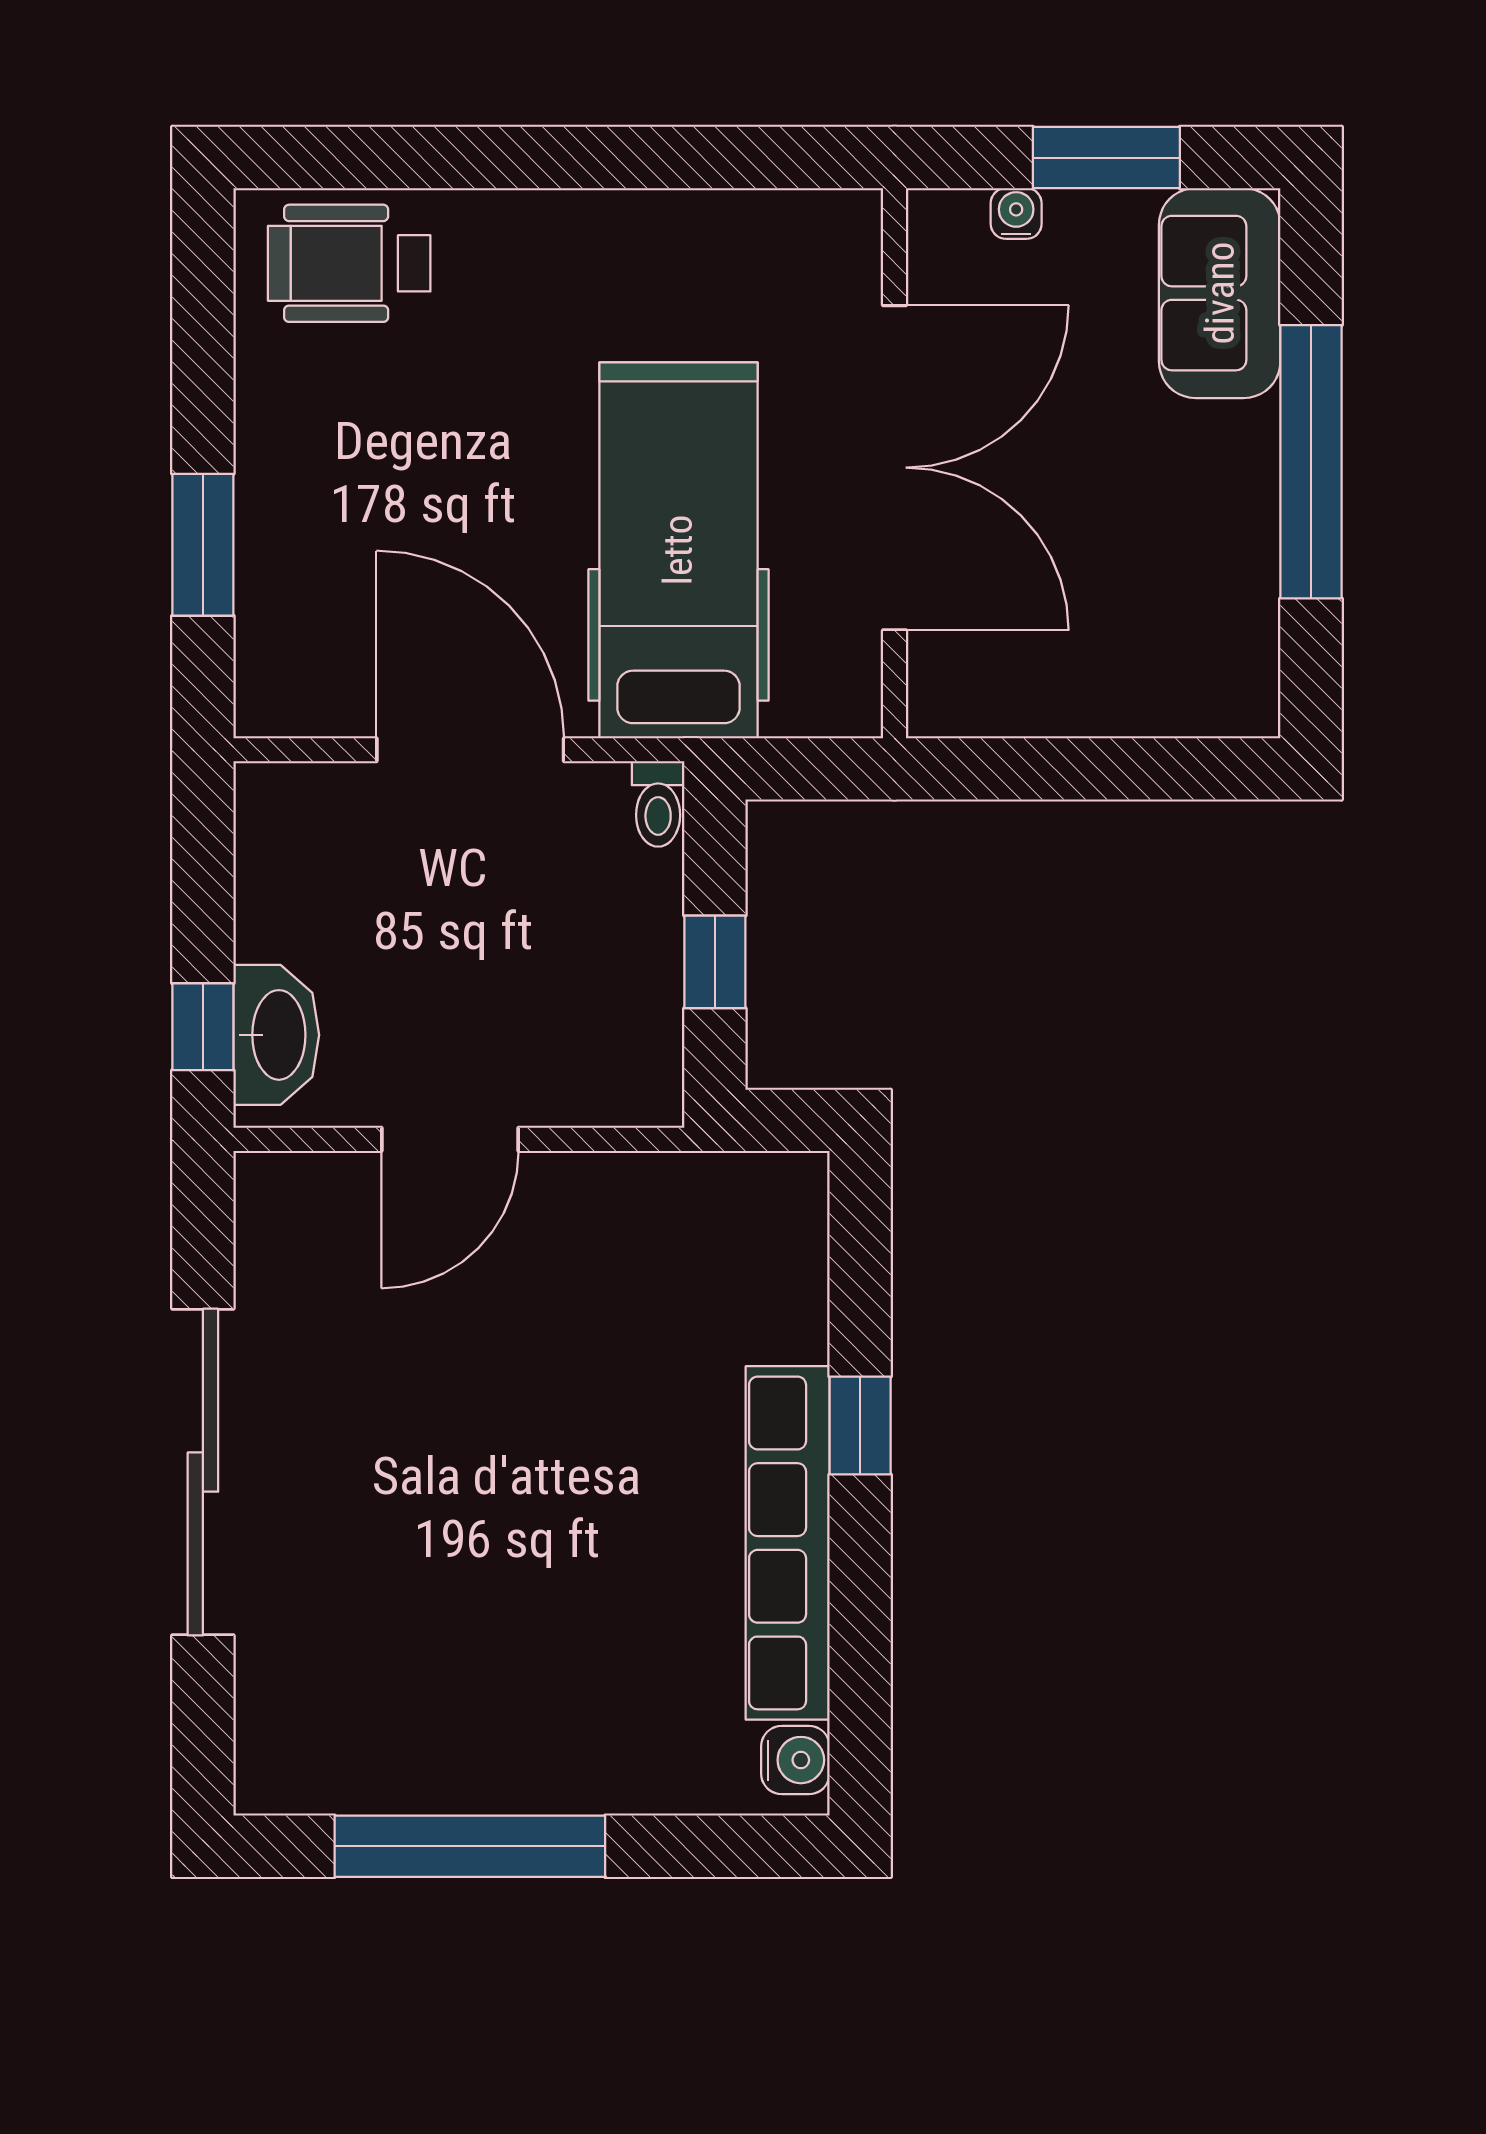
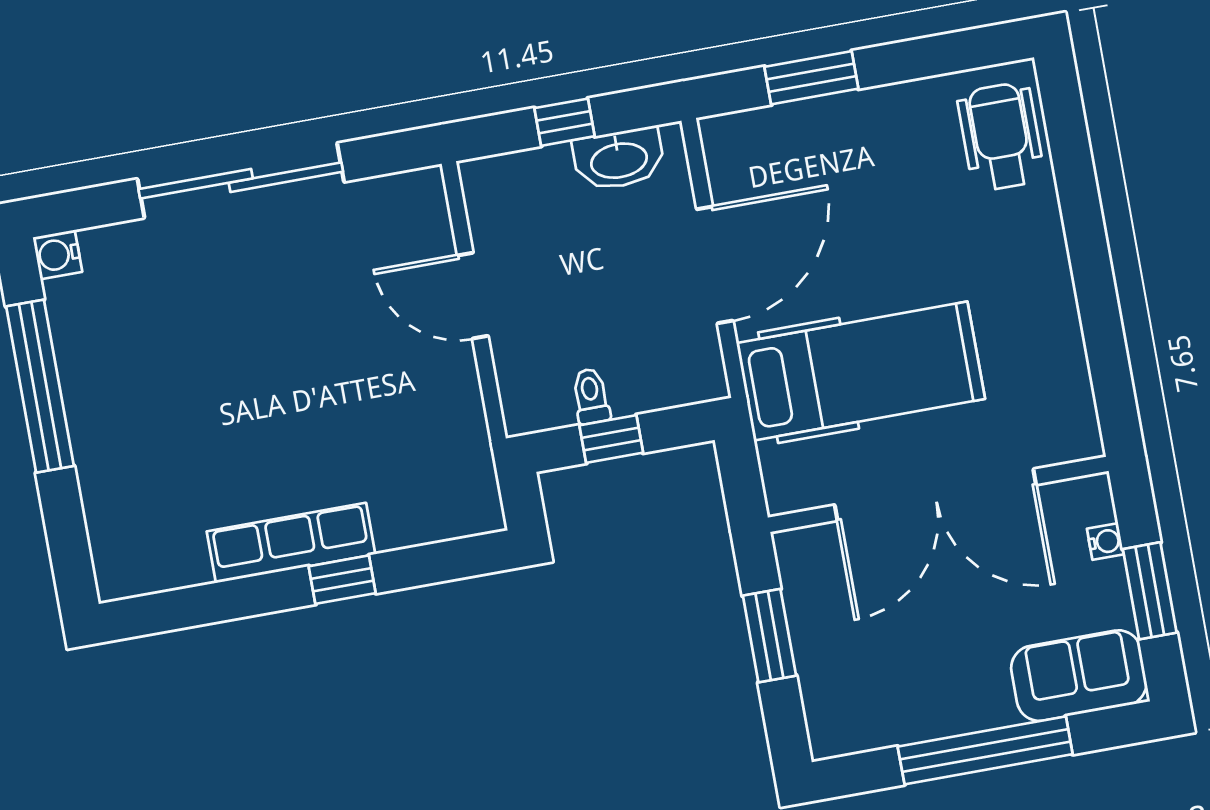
window: (1069, 769) -> (769, 636), added
toilet: (658, 804) -> (591, 396), moved, turned 90
window: (203, 1027) -> (565, 122), moved
washbasin: (276, 1035) -> (619, 159), moved
row of seats: (788, 1543) -> (291, 543), width x0.73
water cooler: (795, 1760) -> (57, 255), moved, turned 90

